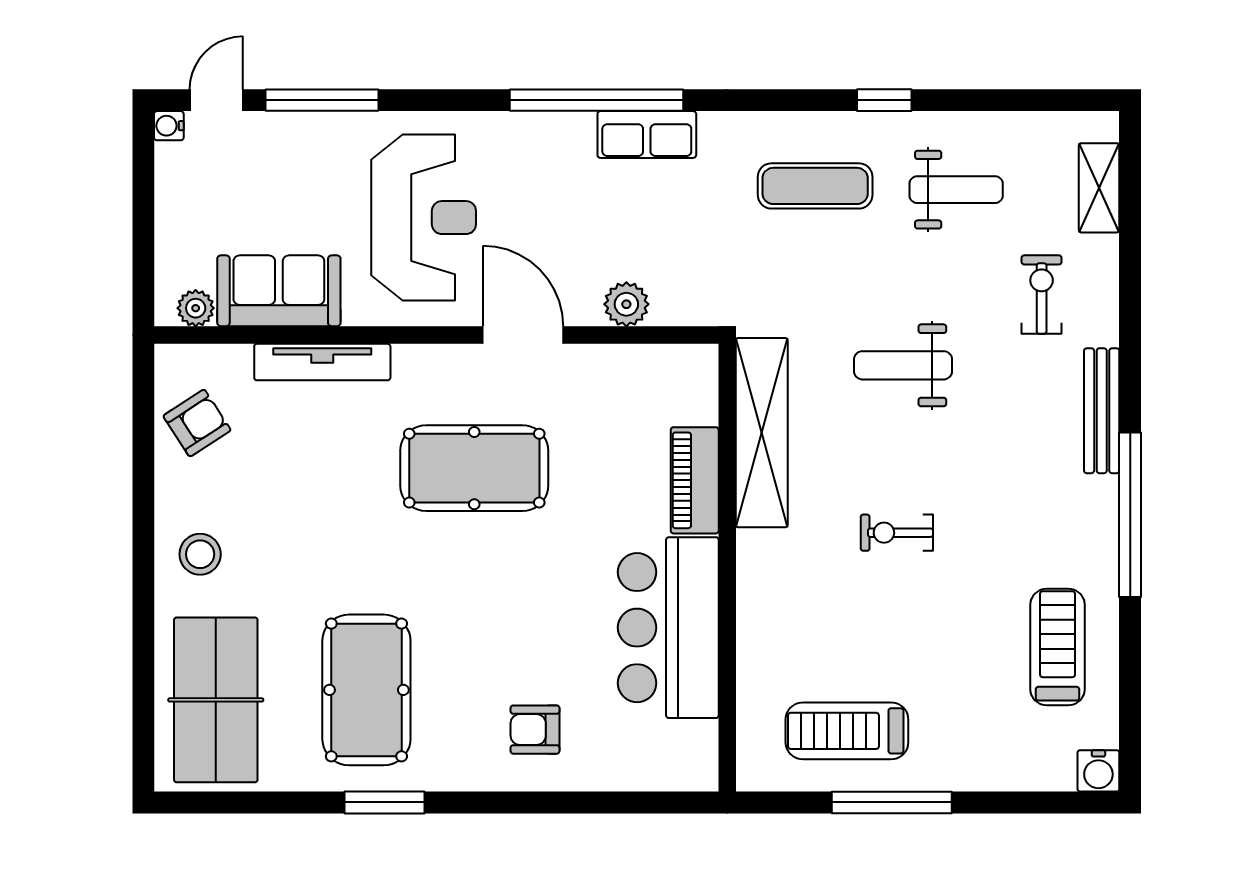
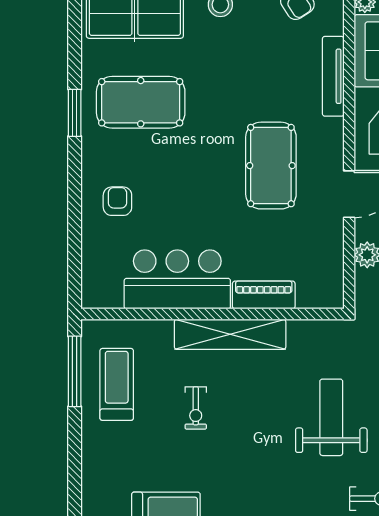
weight bench: (903, 365) -> (331, 417), width x1.36, depth x1.33
shelving: (762, 433) -> (230, 334), moved
exercise bike: (897, 533) -> (196, 408), moved, turned 180
window: (892, 802) -> (75, 371), moved

